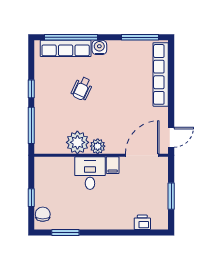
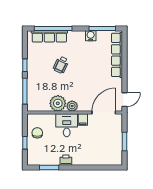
water cooler: (99, 47) -> (91, 36), moved
chair: (43, 214) -> (37, 133), moved
printer: (142, 222) -> (66, 160), moved

